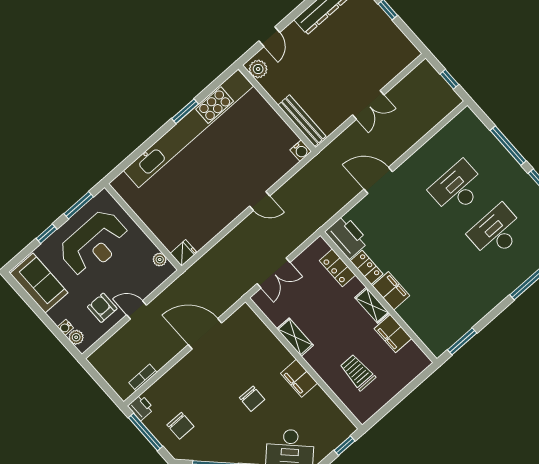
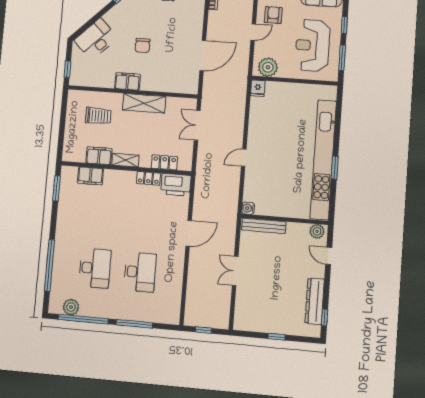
plant: (160, 260) -> (268, 67), width x1.88, depth x1.88
filing cabinet: (391, 291) -> (90, 176), moved
armchair: (102, 308) -> (273, 15), turned -90
shelving: (295, 337) -> (144, 103), width x1.50, depth x1.33
chair: (252, 399) -> (142, 45), turned -91

